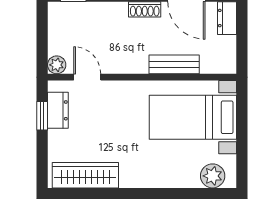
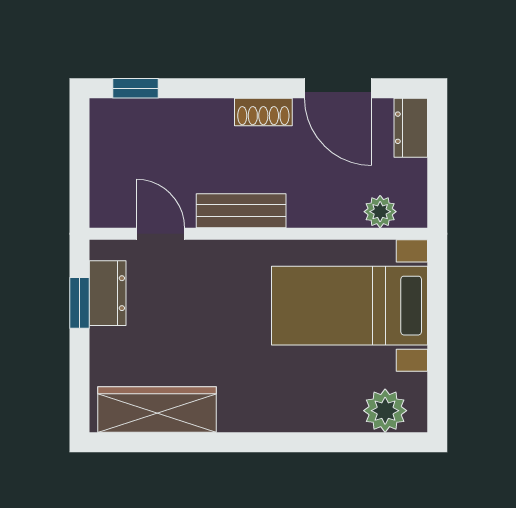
bench: (174, 64) -> (241, 211), moved
plant: (57, 65) -> (380, 212), moved

